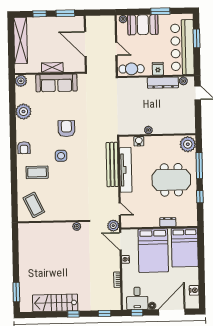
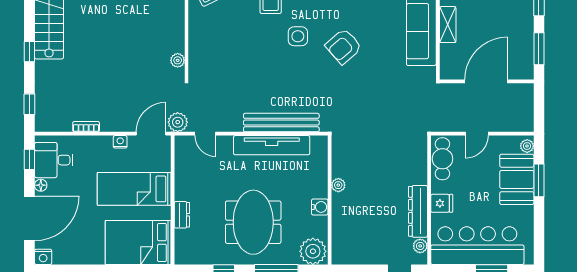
window: (160, 11) -> (539, 180), moved
armchair: (66, 129) -> (344, 46), turned 139
water cooler: (139, 141) -> (320, 207), moved
door: (120, 209) -> (205, 134), hinge flipped
bed: (153, 251) -> (134, 189), width x0.67
nightstand: (194, 290) -> (43, 257), moved
door: (172, 312) -> (29, 218), hinge flipped

